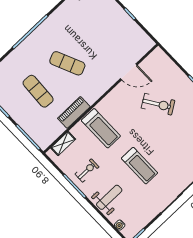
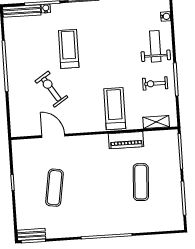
exercise mat: (67, 63) -> (55, 188), moved, turned 33
treadmill: (140, 166) -> (69, 49), moved
weight bench: (109, 197) -> (155, 46), turned 90

